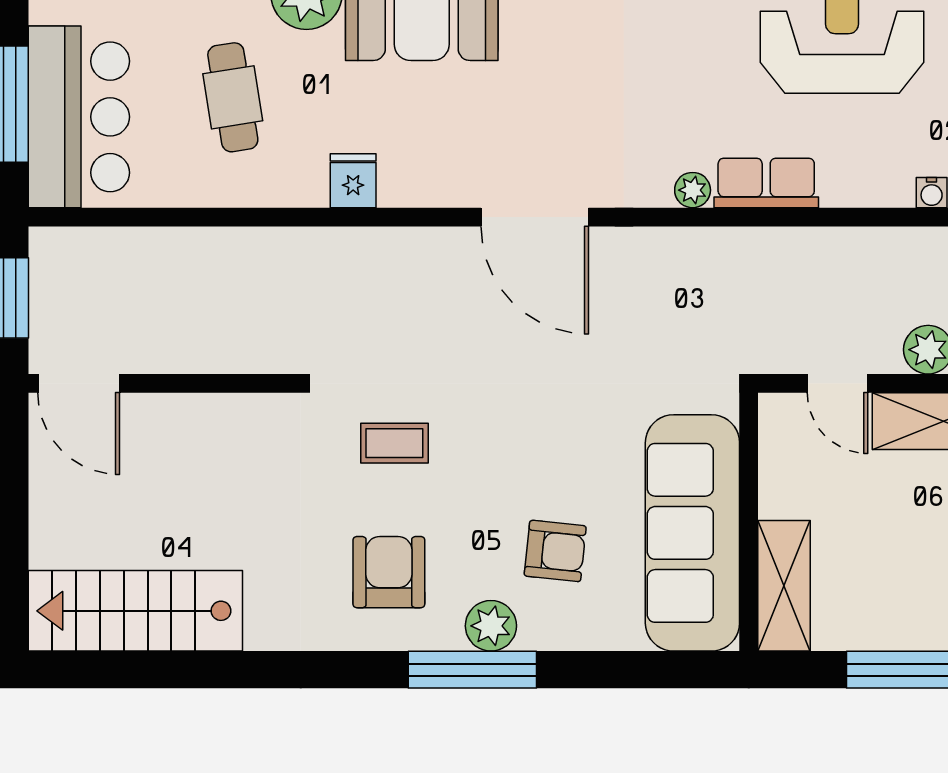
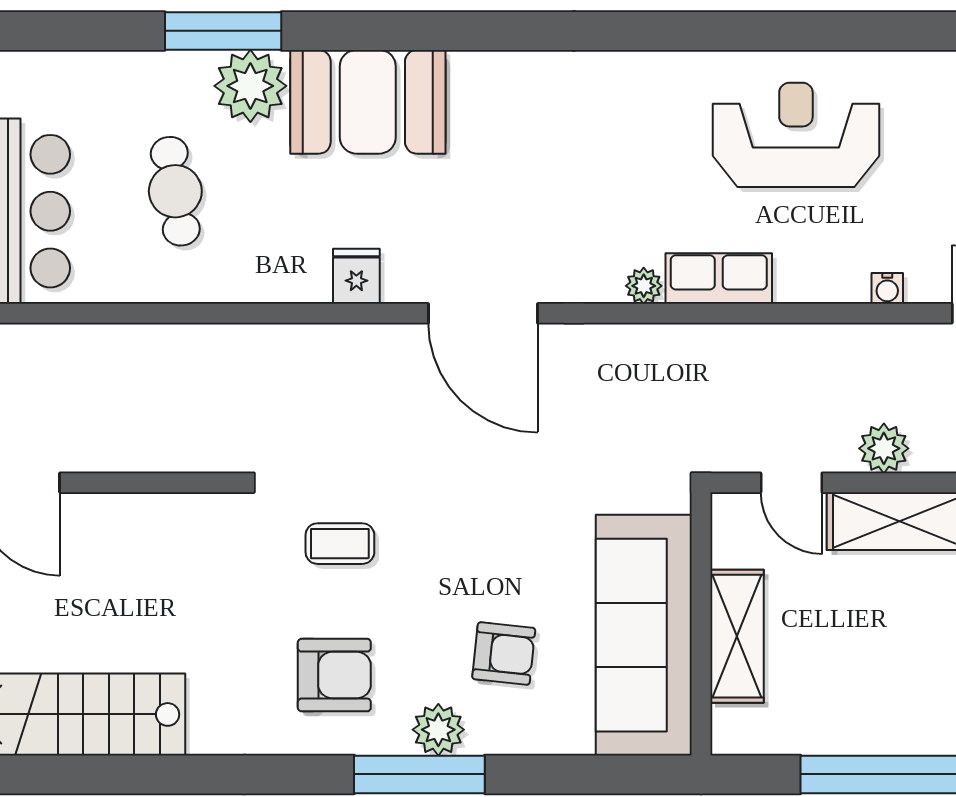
fridge: (353, 181) -> (356, 276), moved
armchair: (389, 572) -> (334, 675), turned 90
shelving: (784, 586) -> (737, 636), moved

